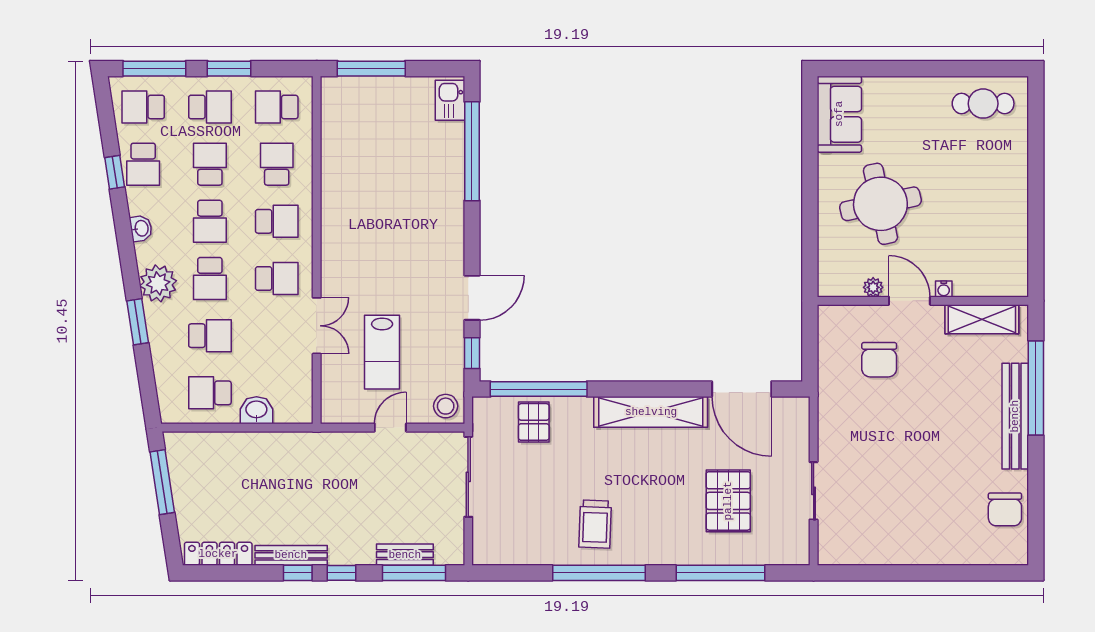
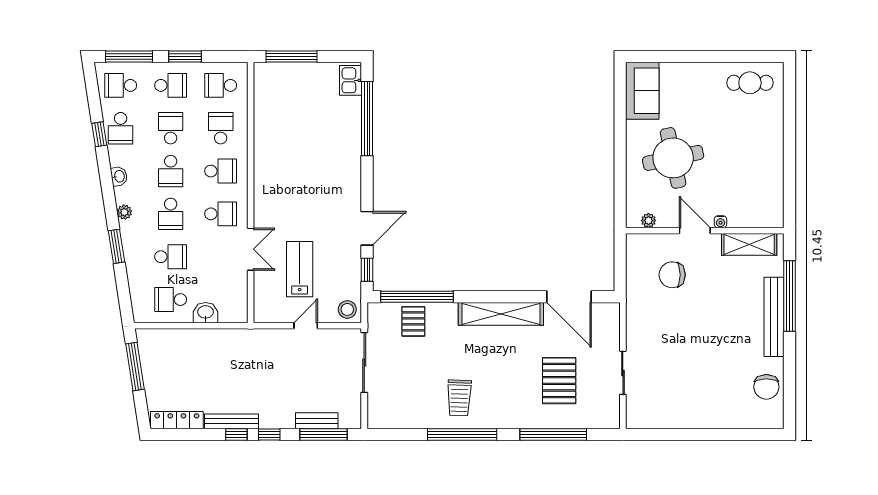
plant: (158, 283) -> (124, 212), width x0.53, depth x0.53
plant: (873, 287) -> (648, 220), moved
lab bench: (382, 352) -> (300, 269), turned 180
chair: (879, 360) -> (672, 275), turned 90

